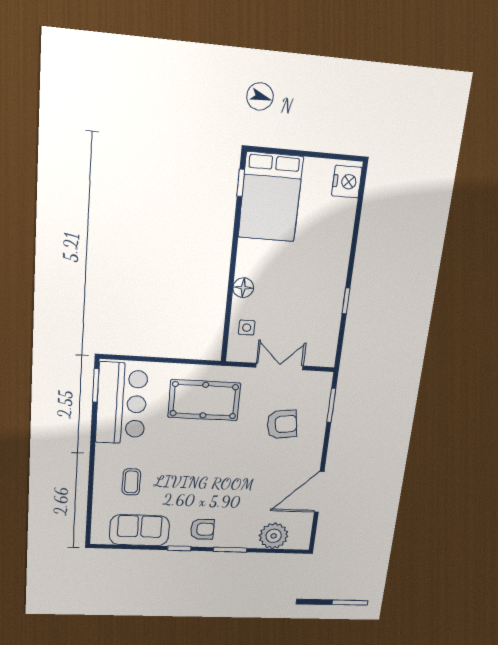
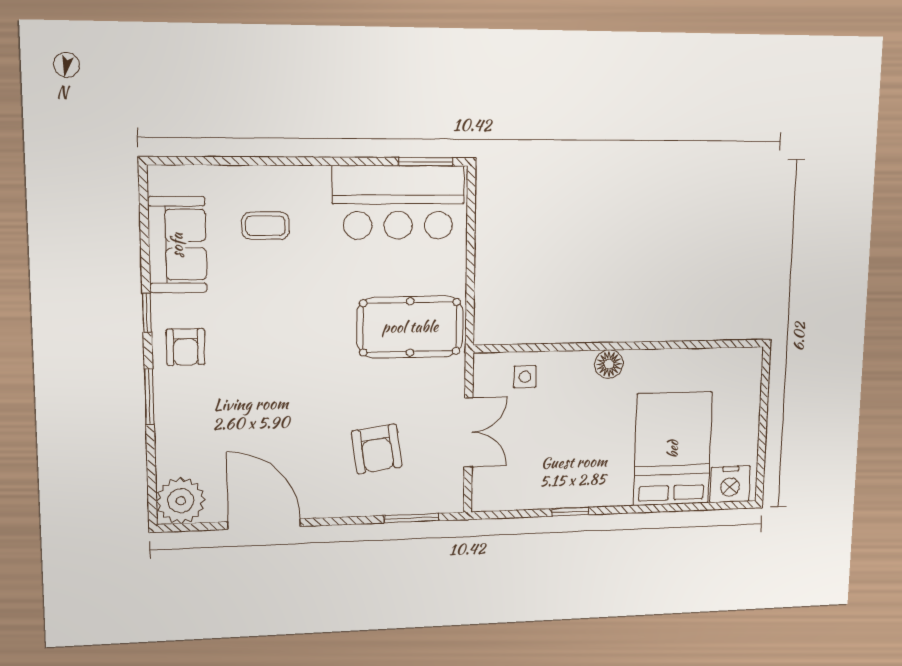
window: (241, 183) -> (723, 344), removed
bed: (271, 197) -> (673, 449), moved, turned 90
floor lamp: (243, 288) -> (609, 364), moved
pool table: (204, 400) -> (410, 327), turned 90
plant: (274, 536) -> (181, 501), moved

